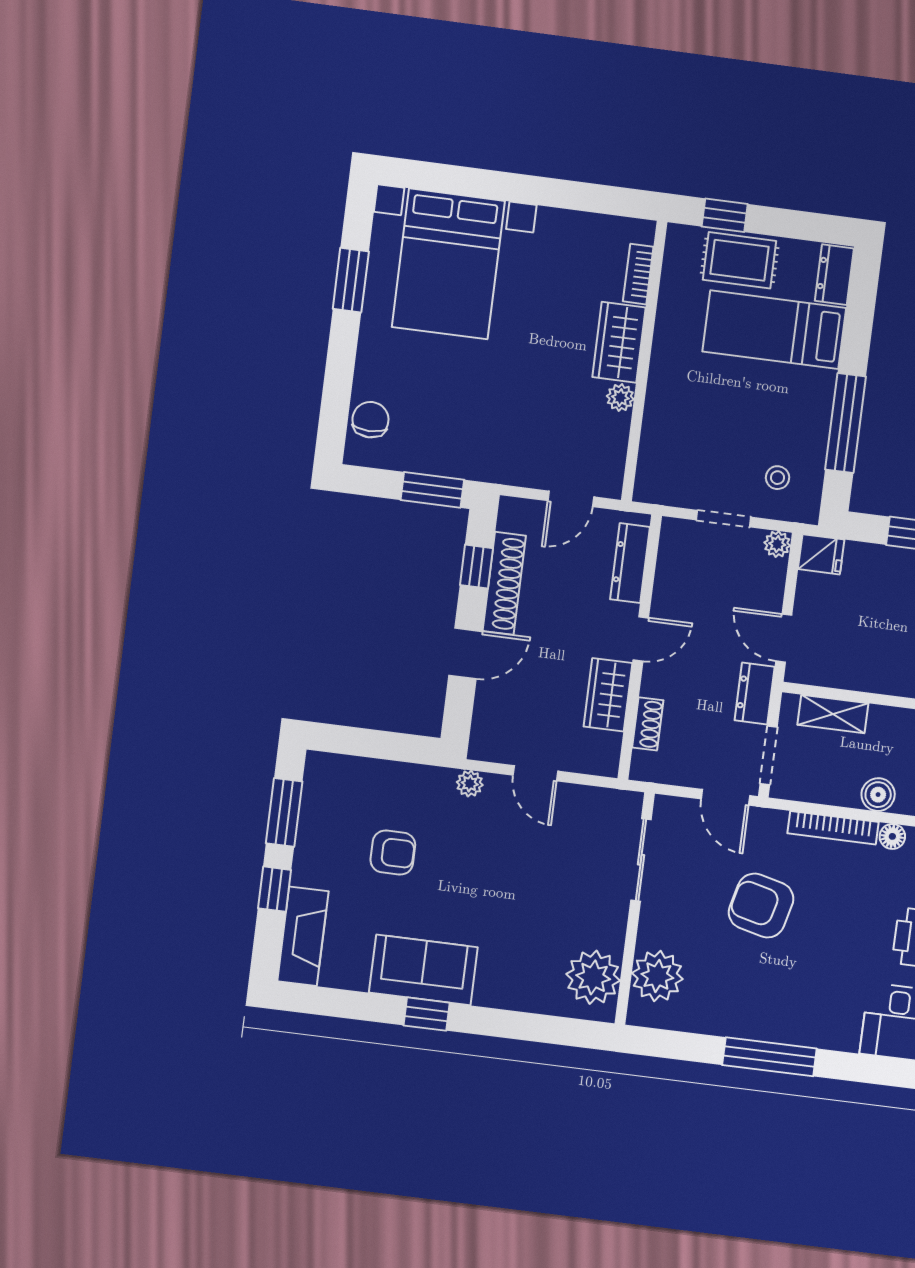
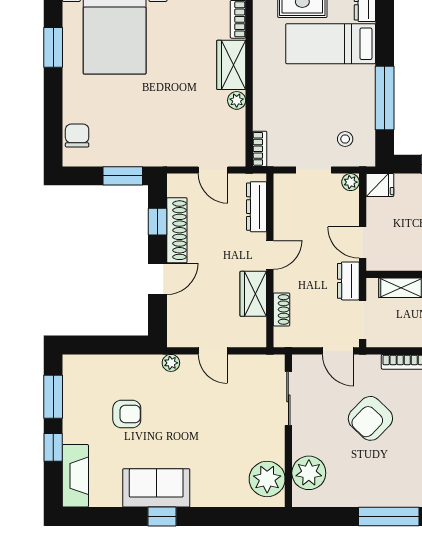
bookcase: (646, 476) -> (260, 149), added
door: (571, 499) -> (213, 170), hinge flipped
armchair: (761, 906) -> (370, 418), turned -60

